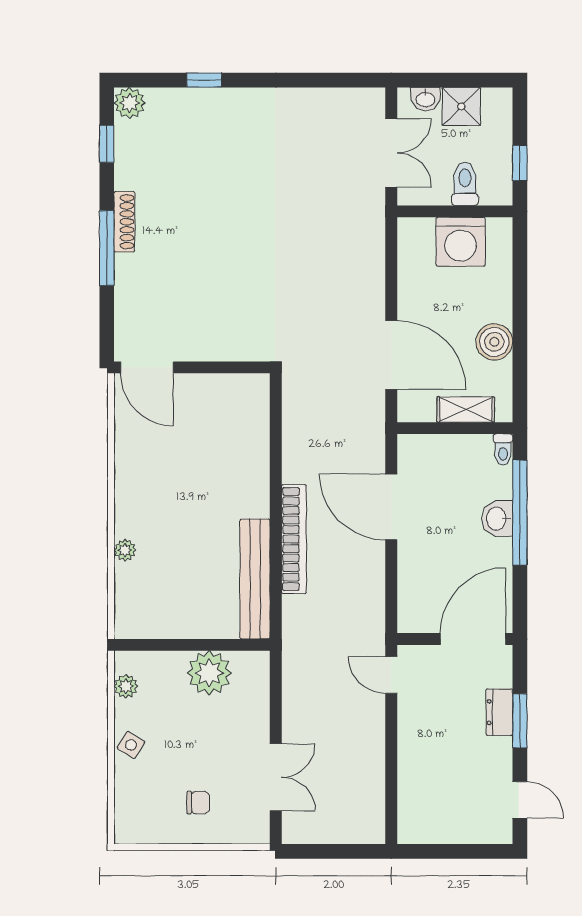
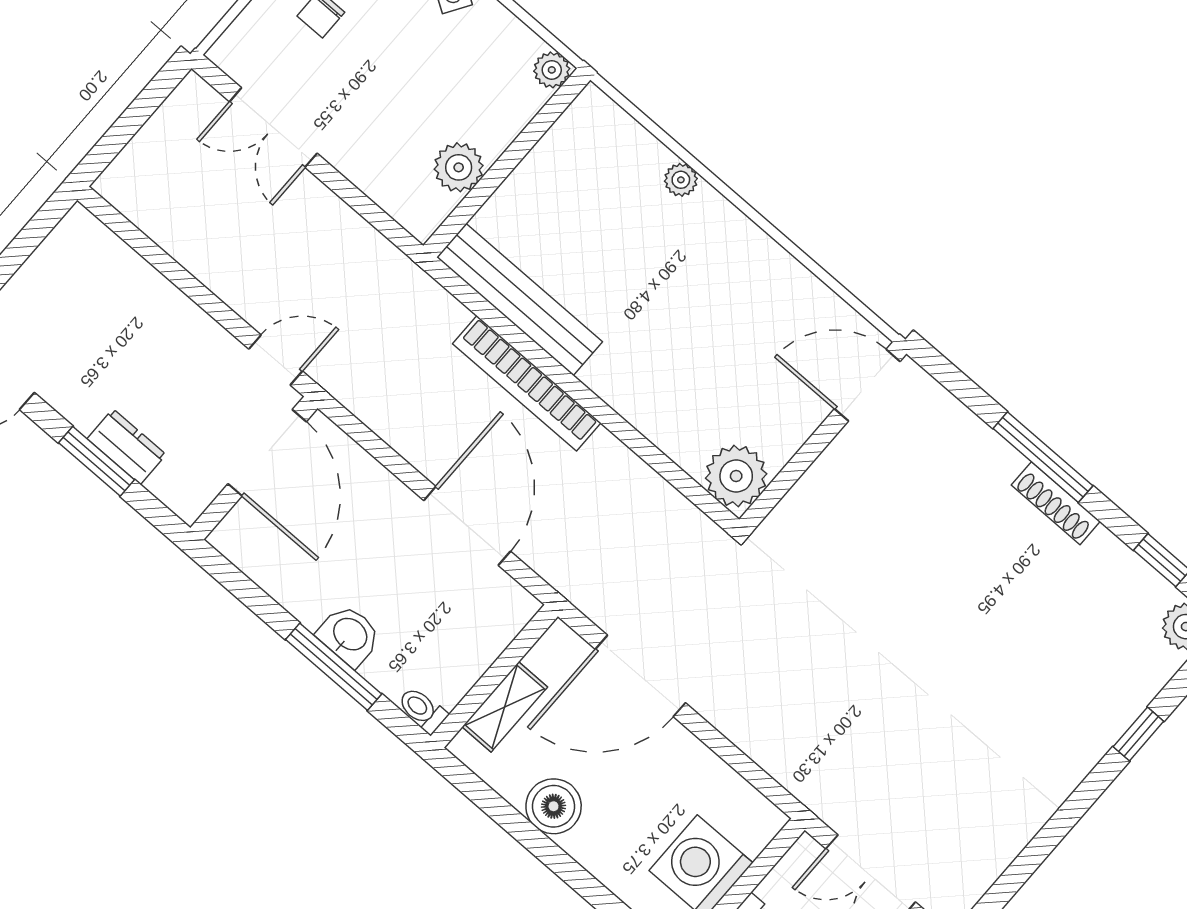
plant: (249, 394) -> (736, 476), added
door: (391, 507) -> (467, 526), hinge flipped
window: (520, 513) -> (334, 667), width x0.68
door: (473, 639) -> (267, 453), moved
plant: (209, 673) -> (459, 167), width x0.73, depth x0.73
plant: (126, 686) -> (552, 70), moved

